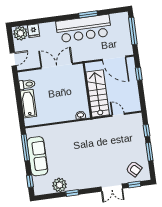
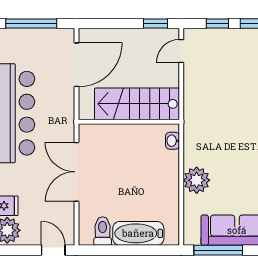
window: (139, 74) -> (155, 23), moved
door: (118, 115) -> (181, 51), moved
plant: (61, 131) -> (197, 180), added

